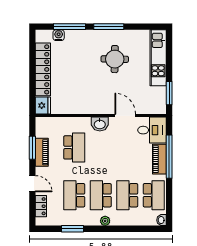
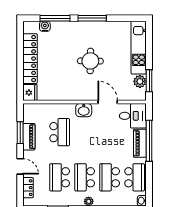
round table: (115, 59) -> (90, 61), moved
plant: (159, 94) -> (140, 81), added

